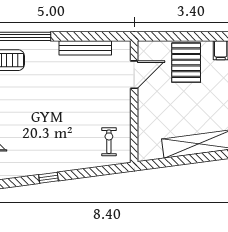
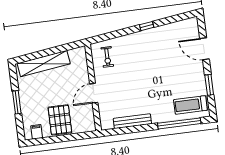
door: (134, 75) -> (94, 93), moved

